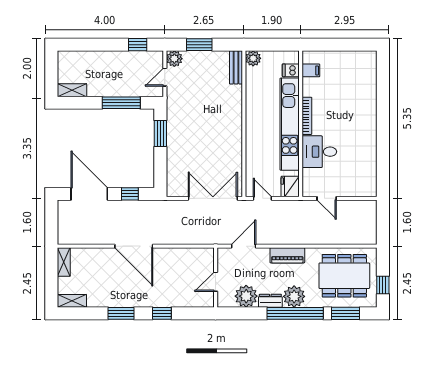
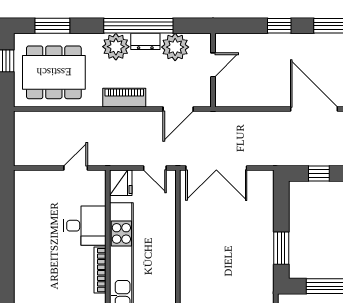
door: (327, 198) -> (76, 168), hinge flipped
window: (295, 313) -> (138, 26), moved

